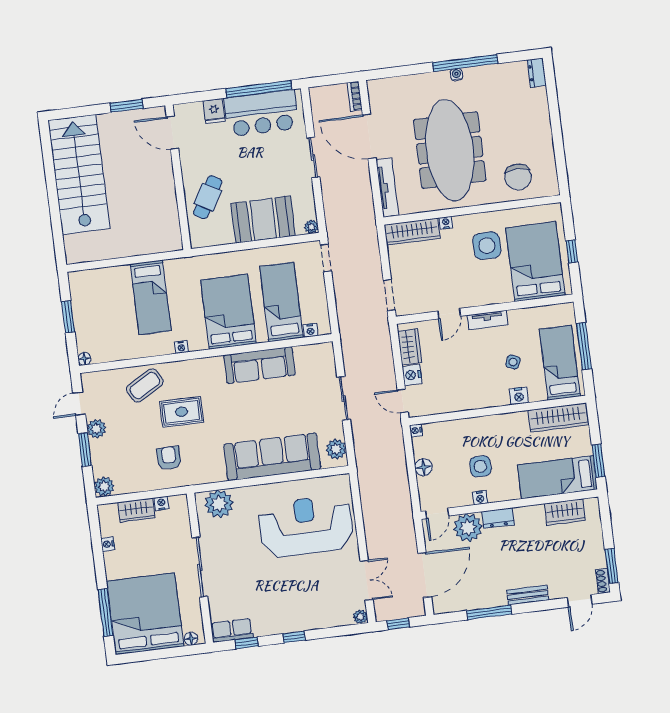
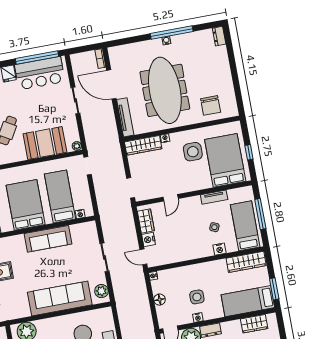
tv unit: (487, 320) -> (214, 197), moved

